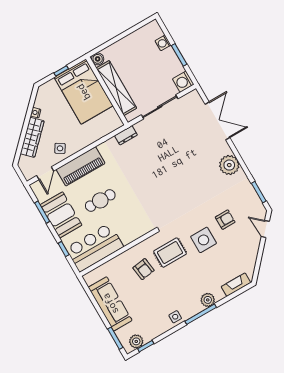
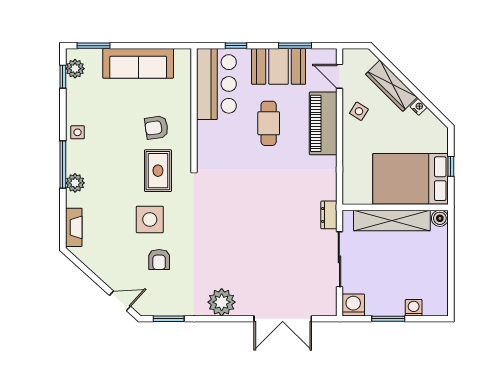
dresser: (126, 135) -> (329, 215), moved

